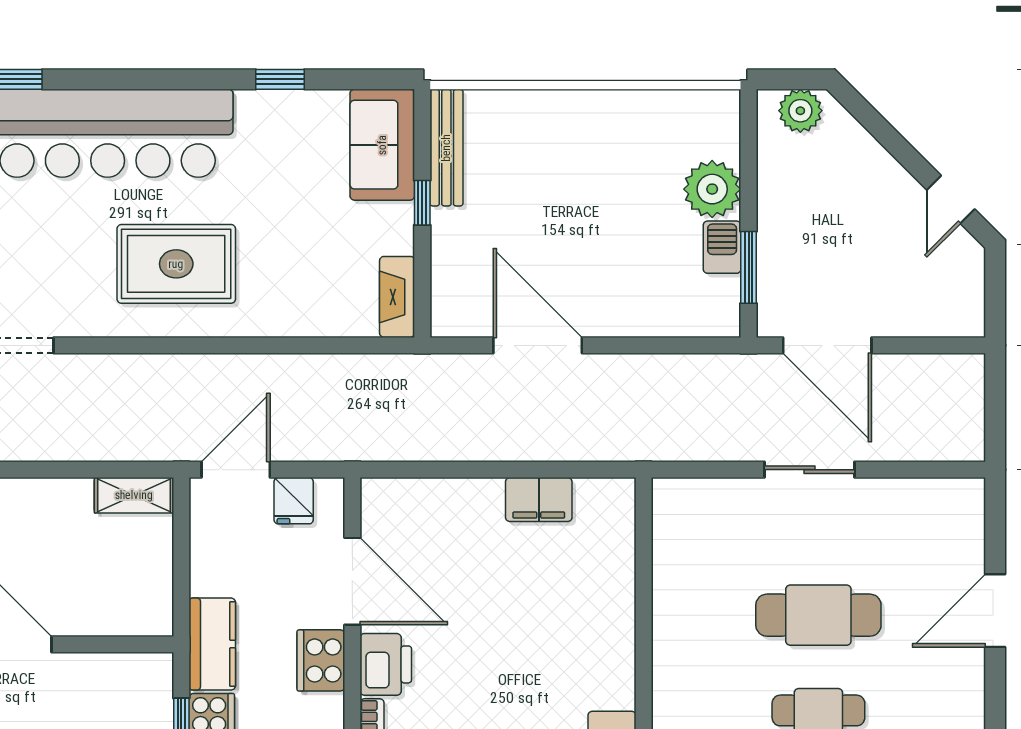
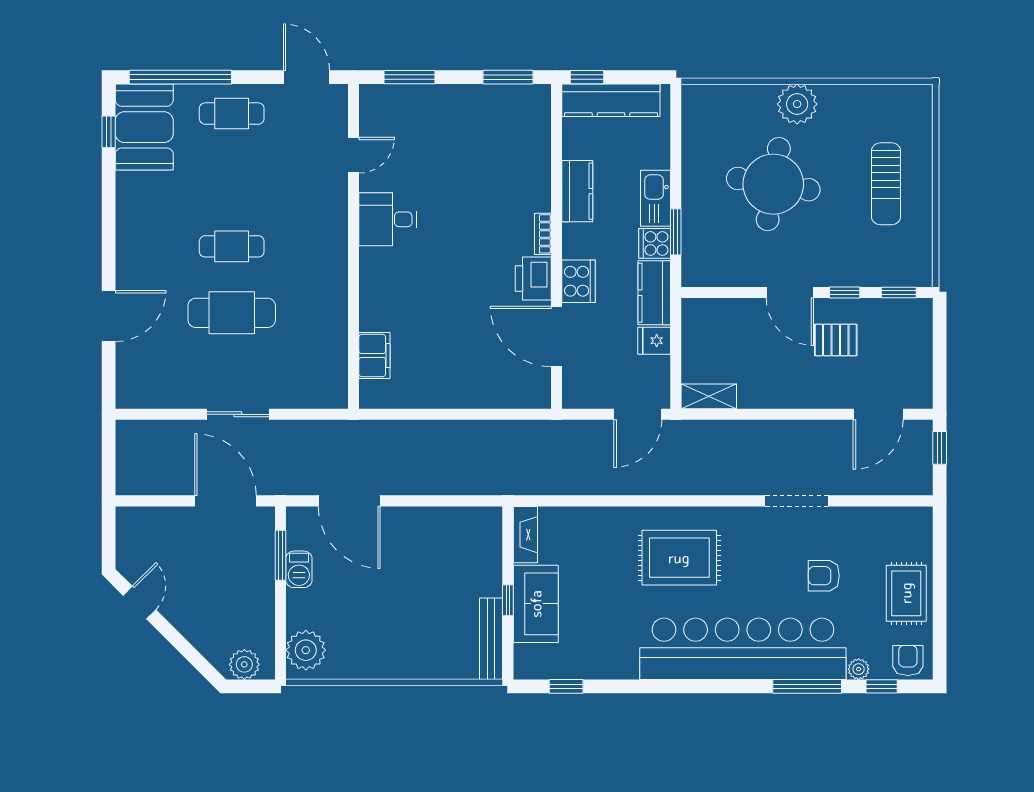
window: (280, 79) -> (566, 686), moved
sofa: (382, 145) -> (536, 604), moved
plant: (712, 189) -> (306, 650), moved
door: (538, 345) -> (349, 501), moved
filing cabinet: (539, 500) -> (374, 356), moved, turned 90
fridge: (294, 501) -> (654, 341), moved, turned -90

